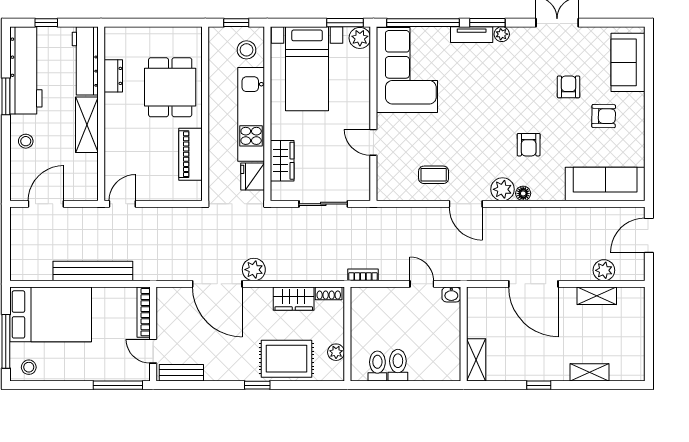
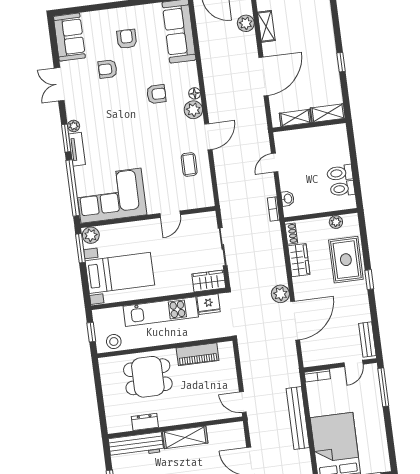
stool: (247, 50) -> (114, 342), moved
sofa: (628, 62) -> (69, 37), moved, turned -90
wardrobe: (282, 161) -> (209, 281), moved
washbasin: (451, 295) -> (288, 199), moved
bookcase: (144, 312) -> (317, 376), width x0.64
stool: (29, 367) -> (378, 458), removed
shelving: (589, 372) -> (295, 118), moved, turned 90

